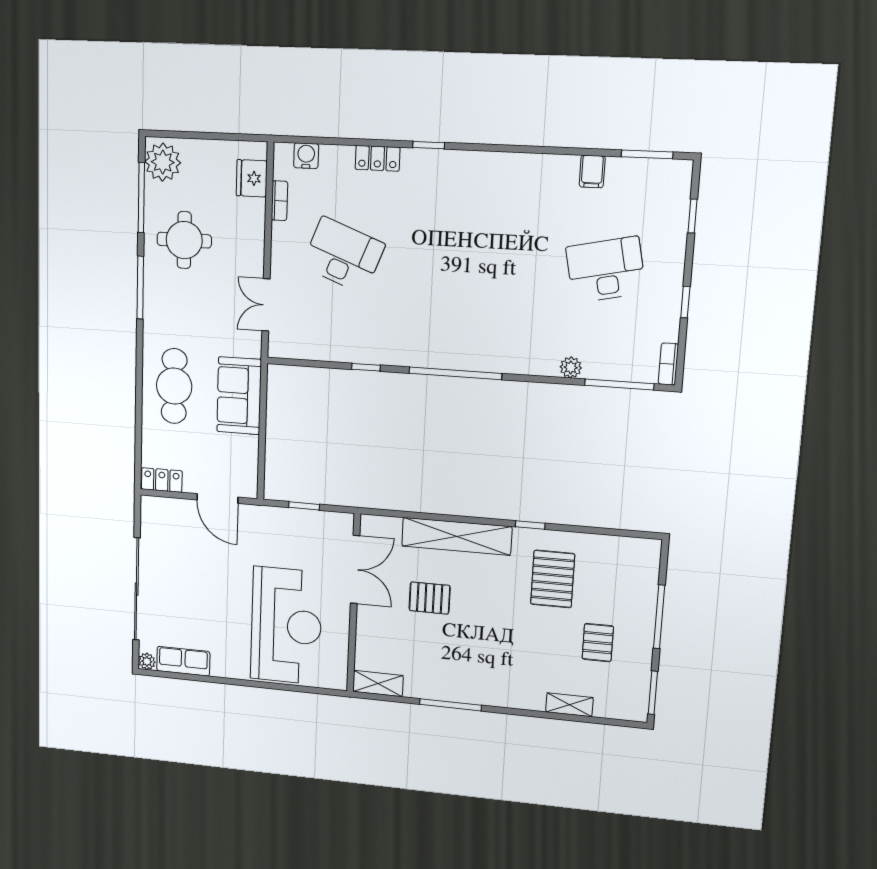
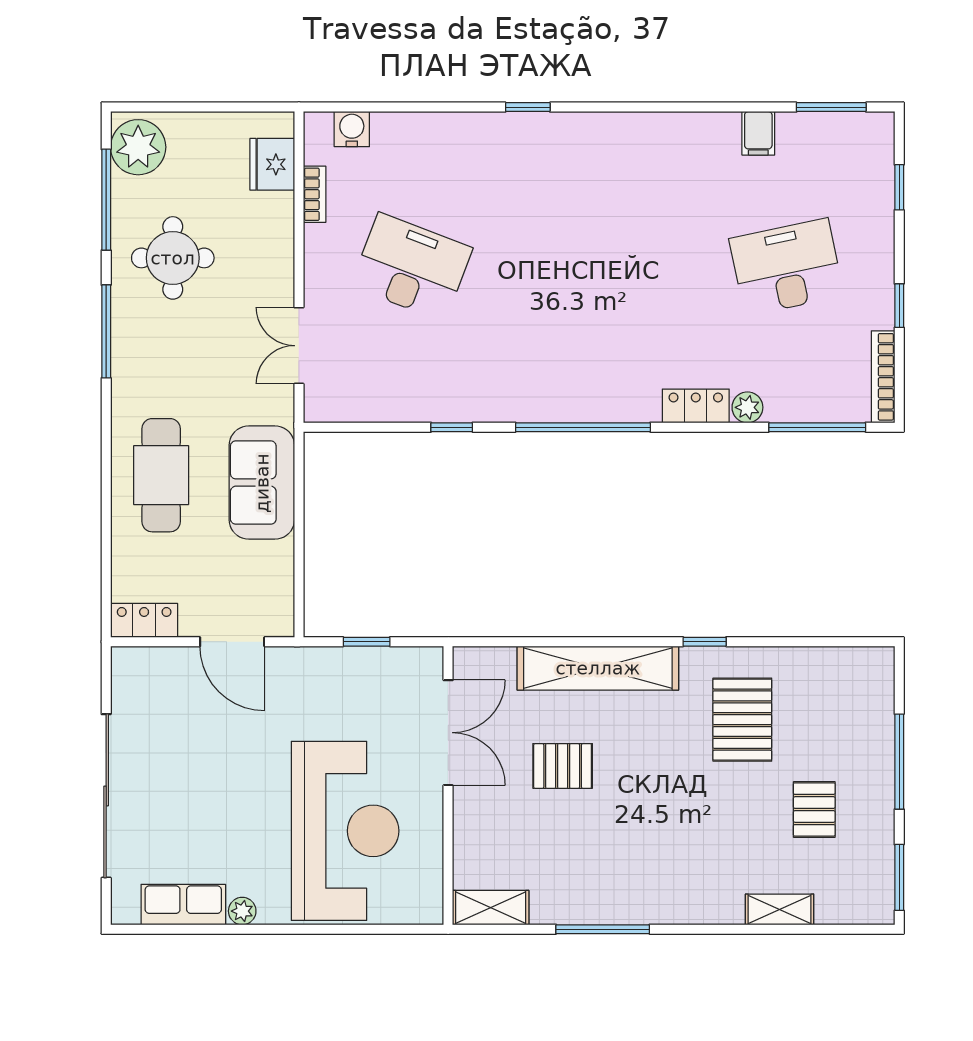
locker: (378, 158) -> (696, 406), moved, turned 180
bookcase: (668, 364) -> (883, 377), width x1.56
plant: (147, 661) -> (242, 911), moved

